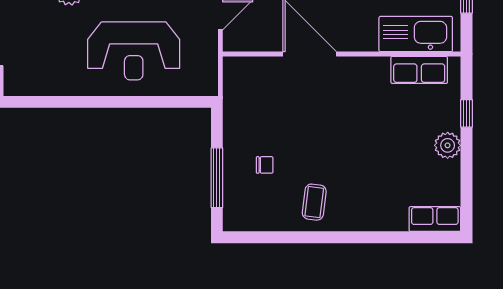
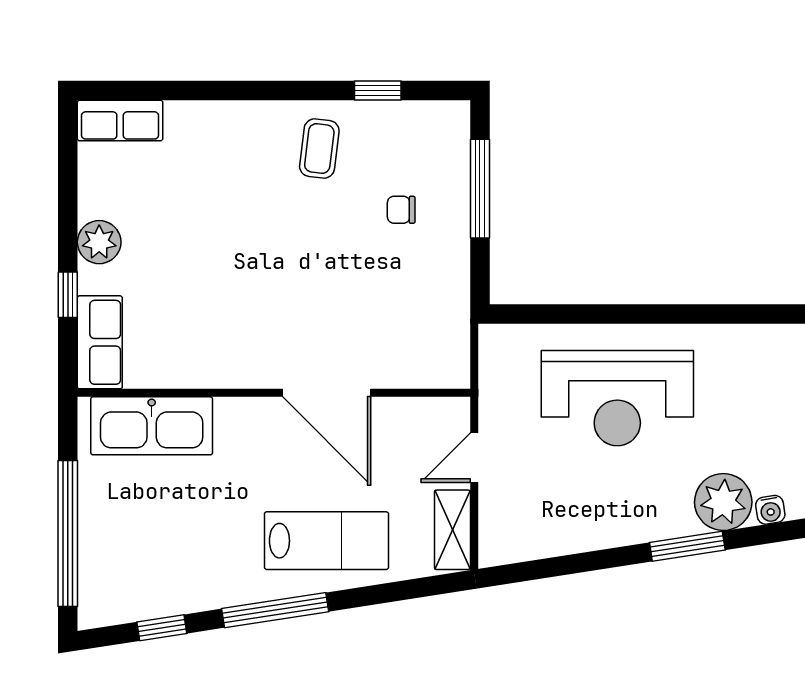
reception desk: (134, 51) -> (617, 398), turned 180
row of seats: (419, 70) -> (100, 342), moved, turned 90
window: (279, 237) -> (378, 91), added

